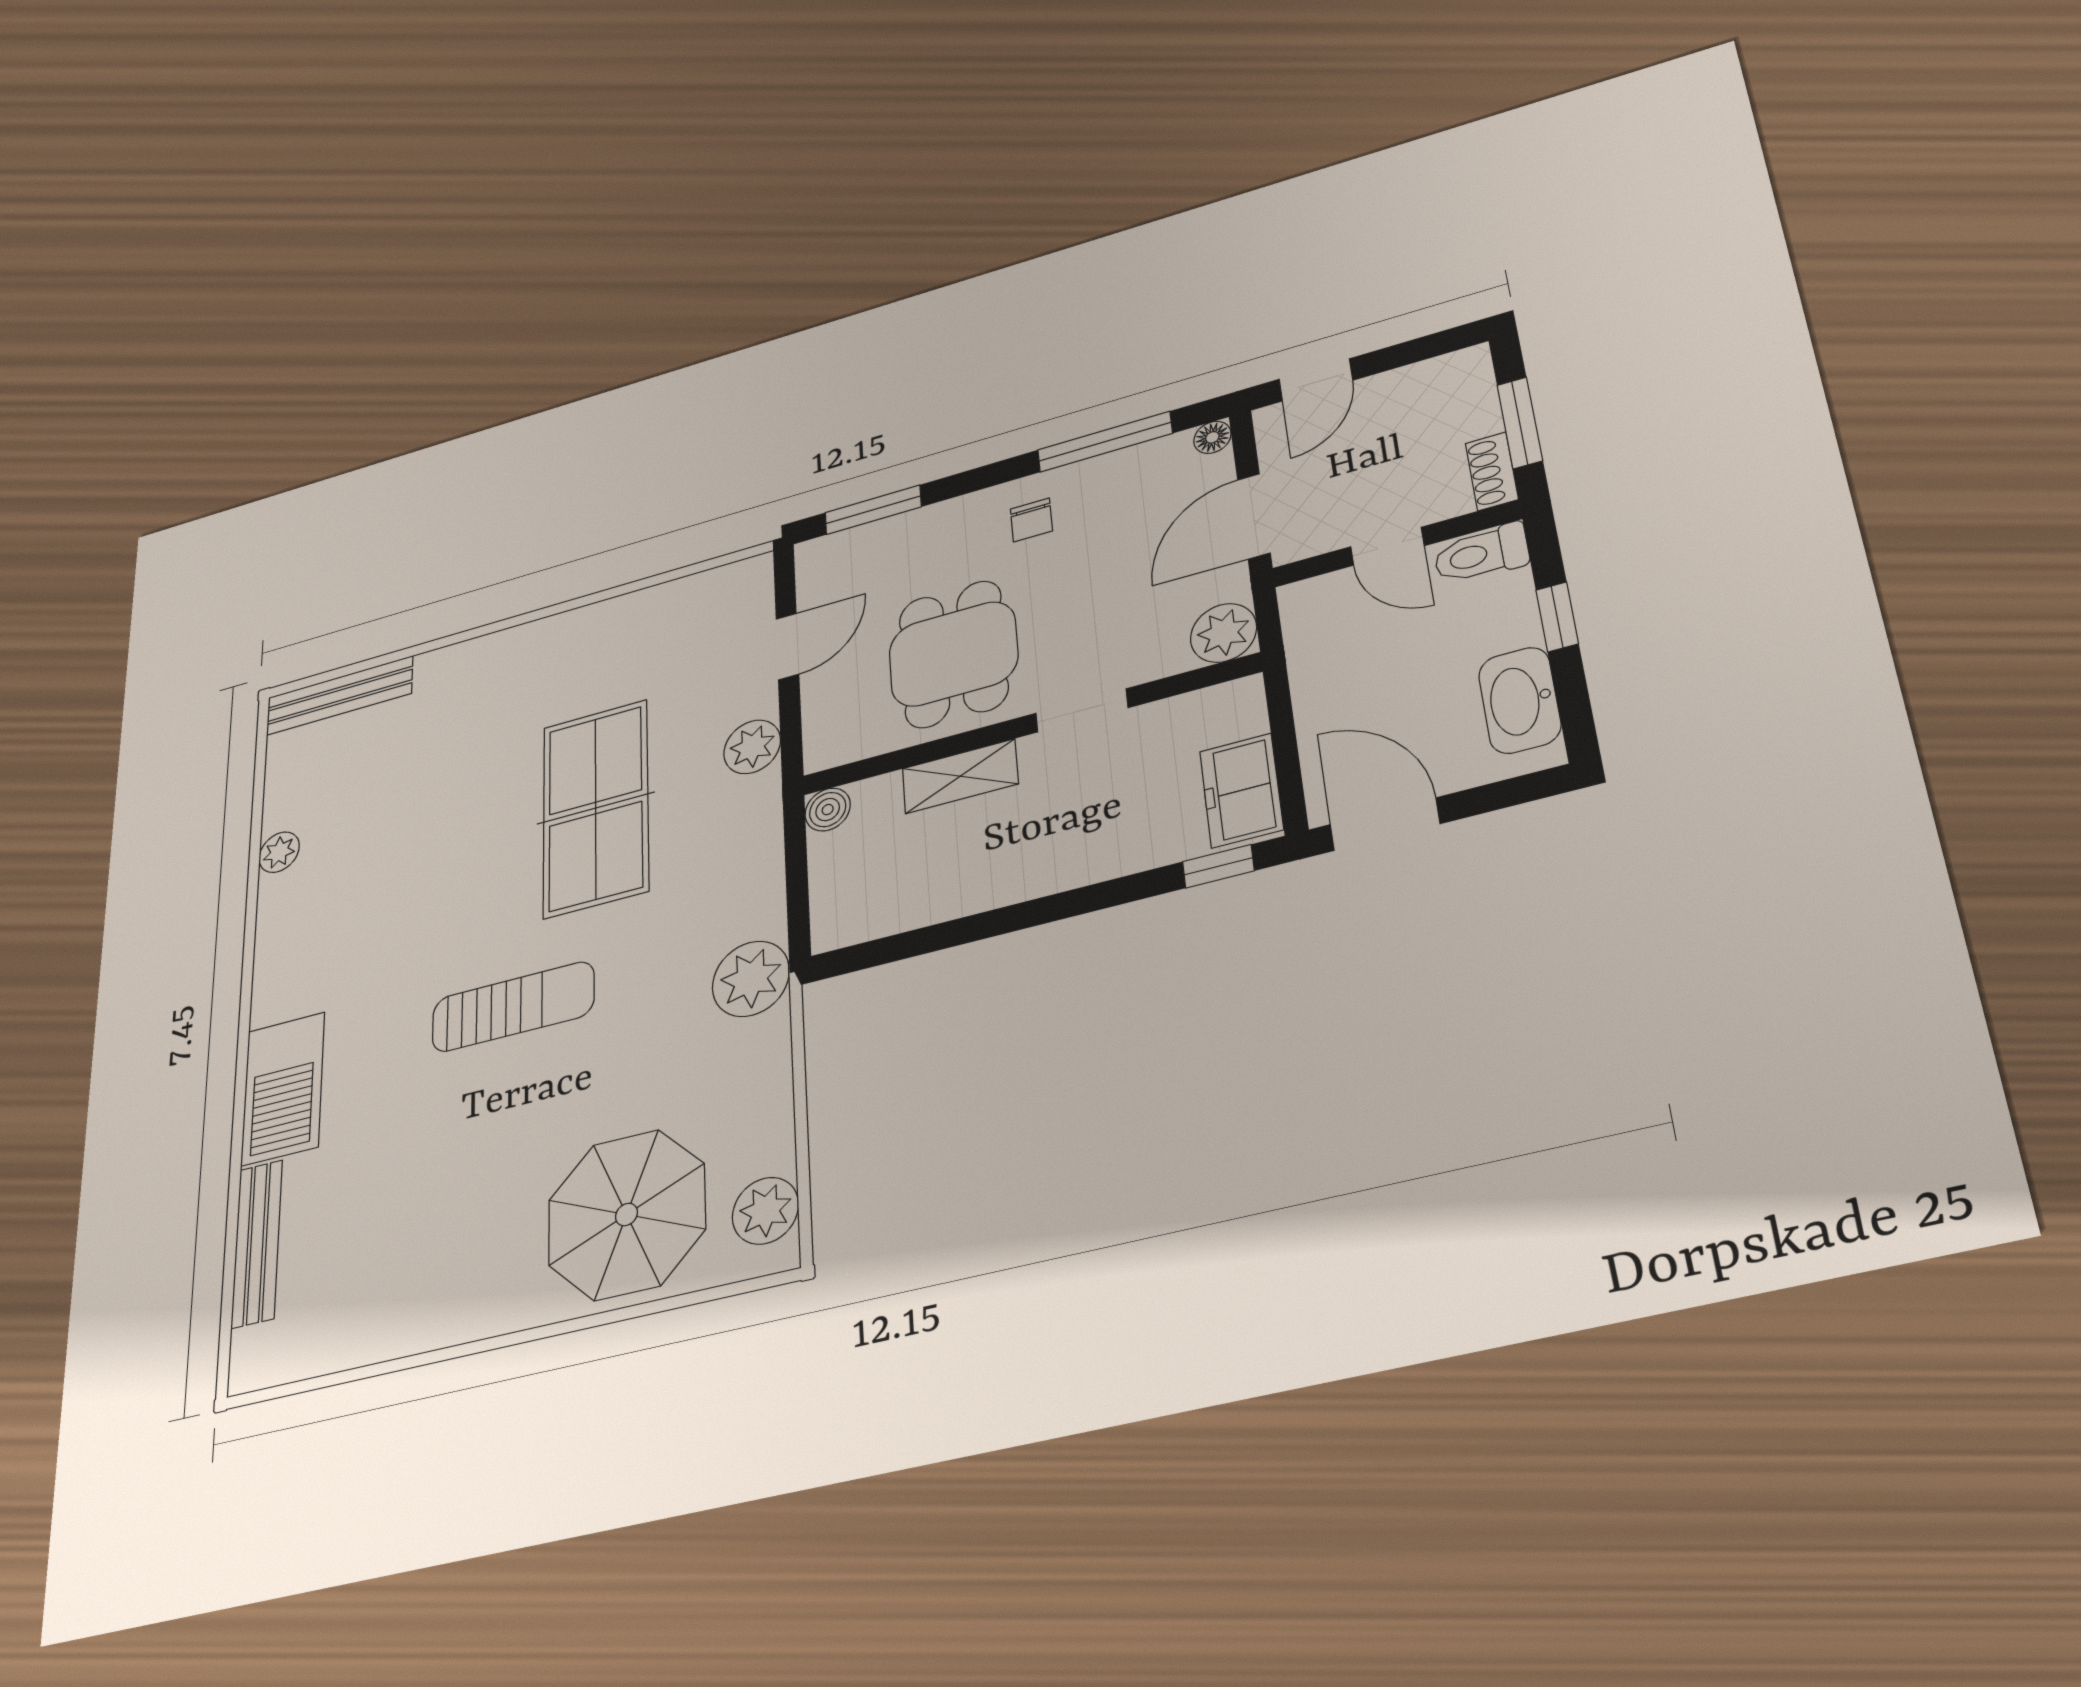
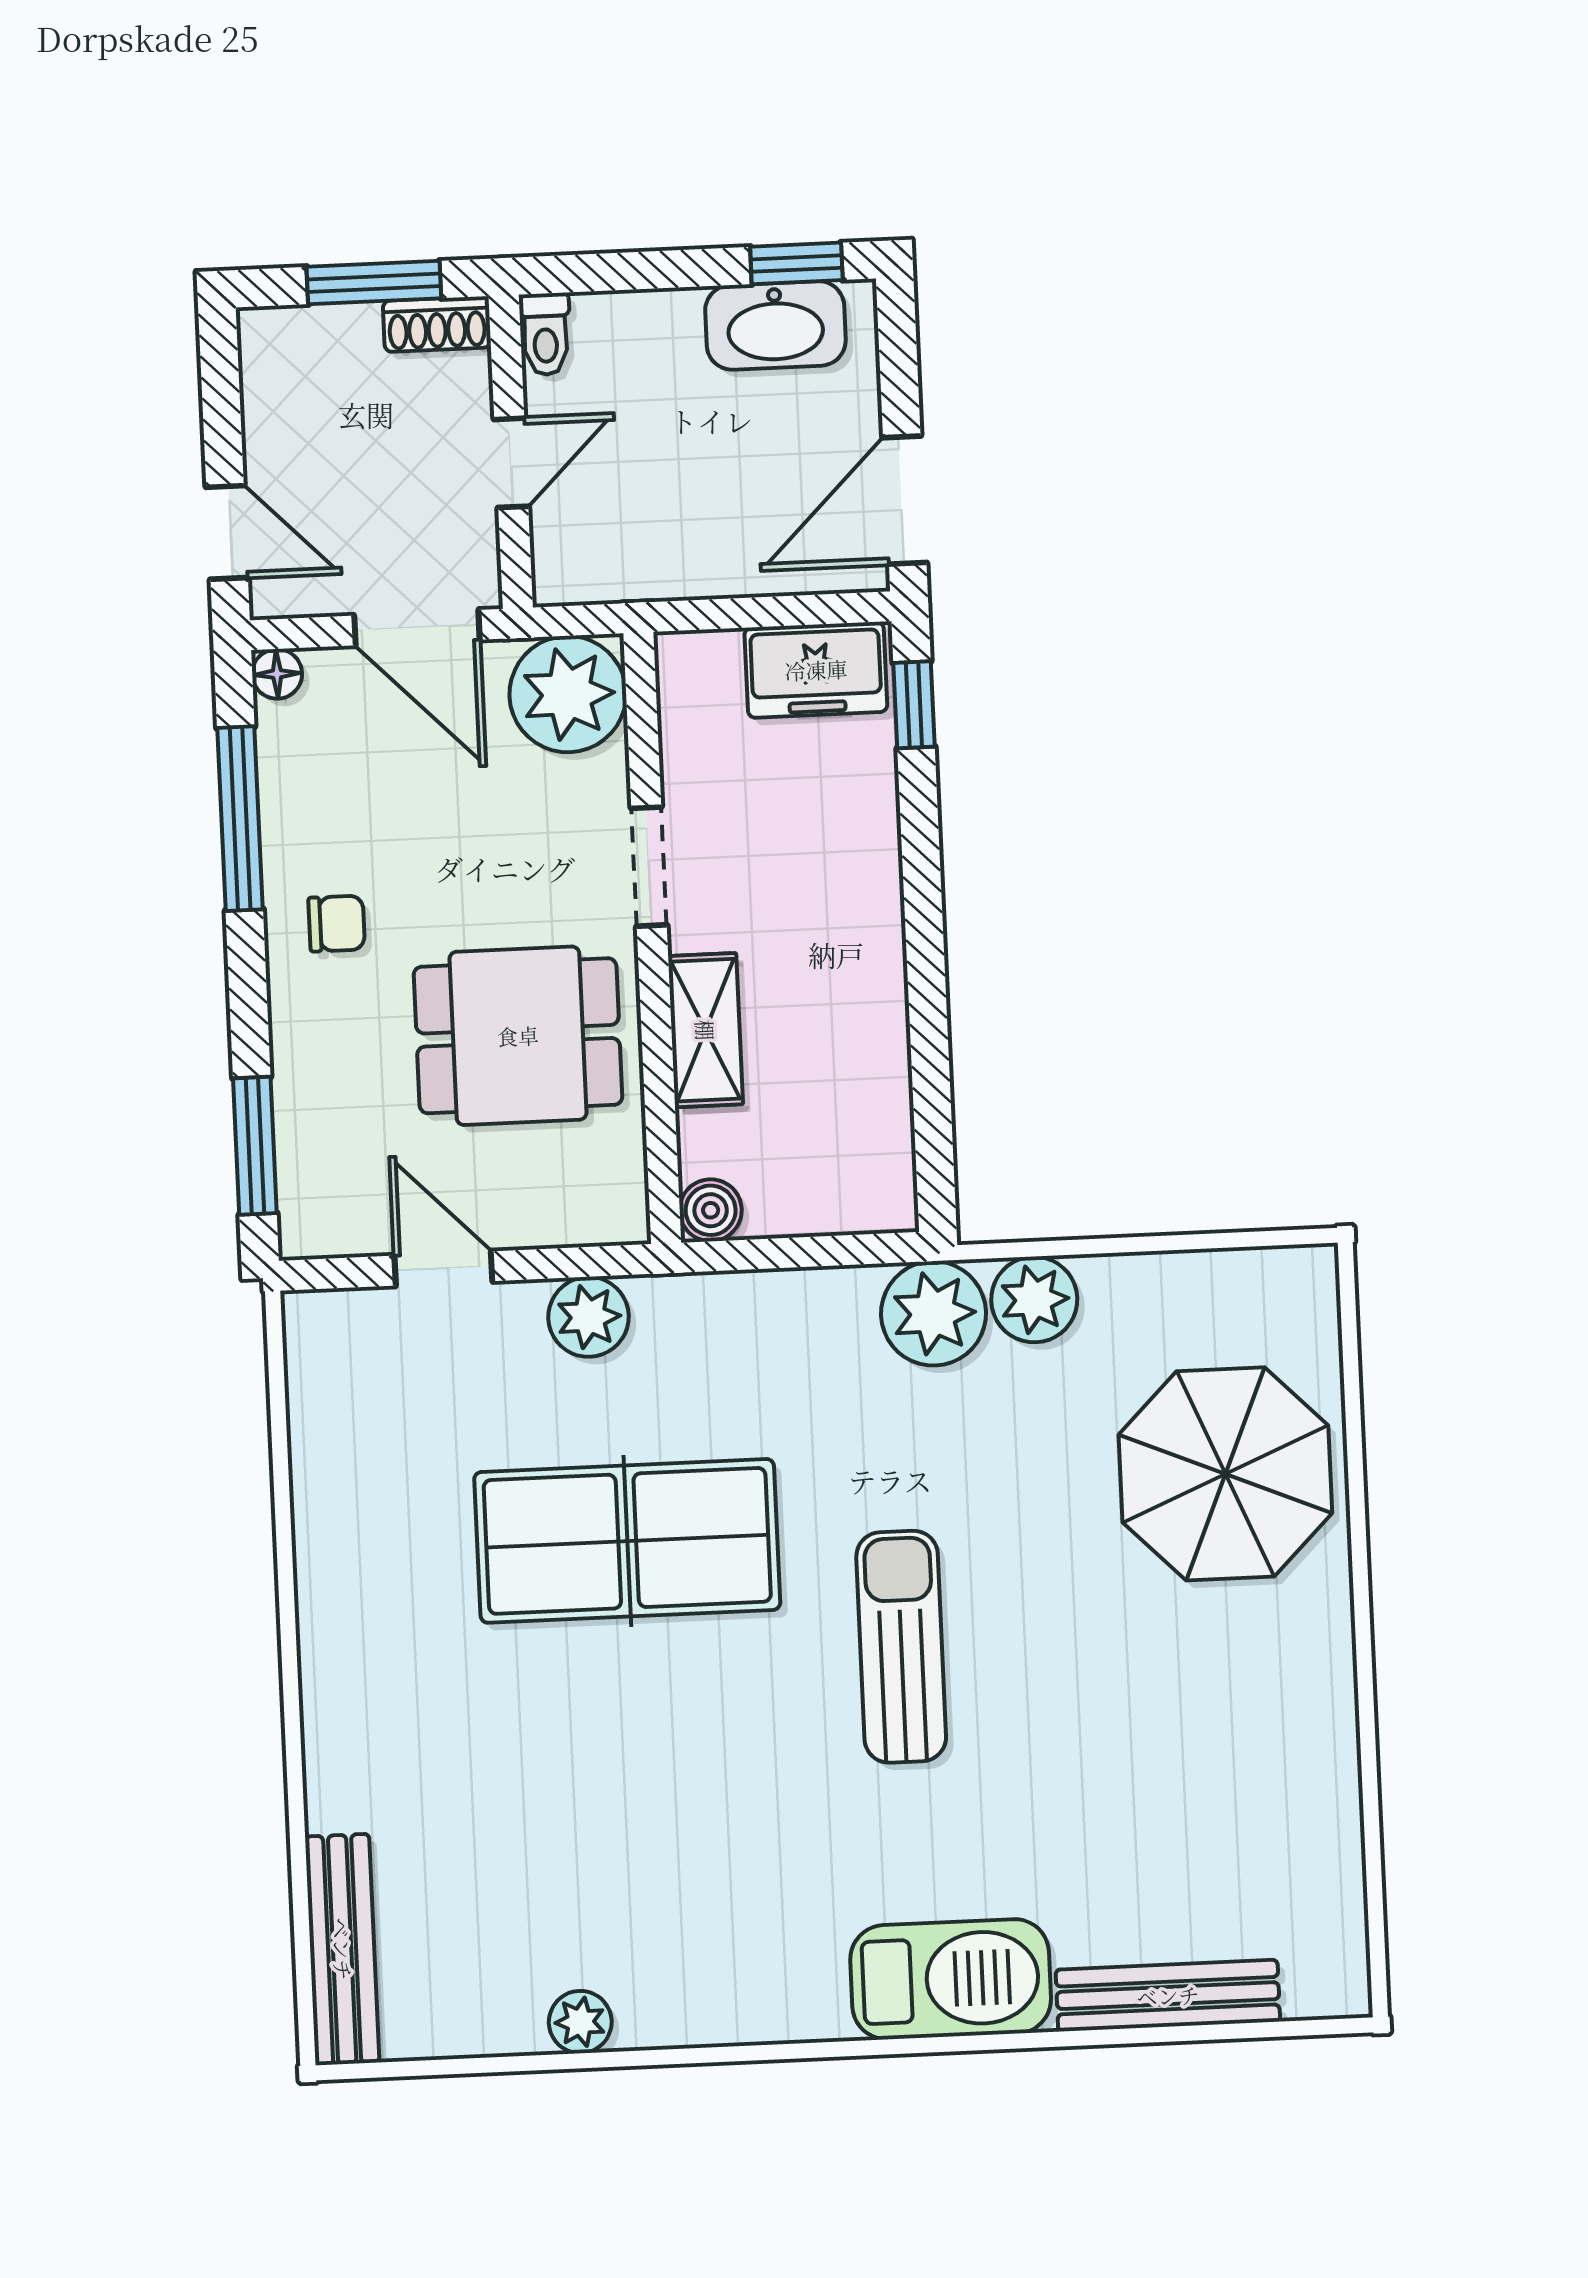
toilet: (1481, 554) -> (545, 334), width x0.73, depth x0.72
window: (1557, 617) -> (796, 263), moved
plant: (1223, 633) -> (568, 694), width x1.36, depth x1.36
plant: (765, 1211) -> (1034, 1300), moved

